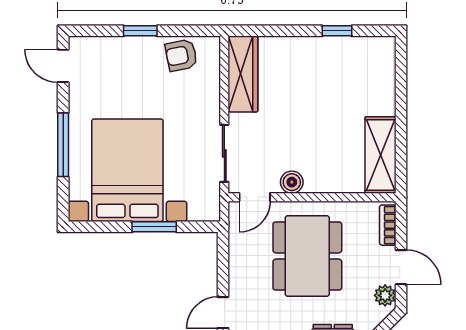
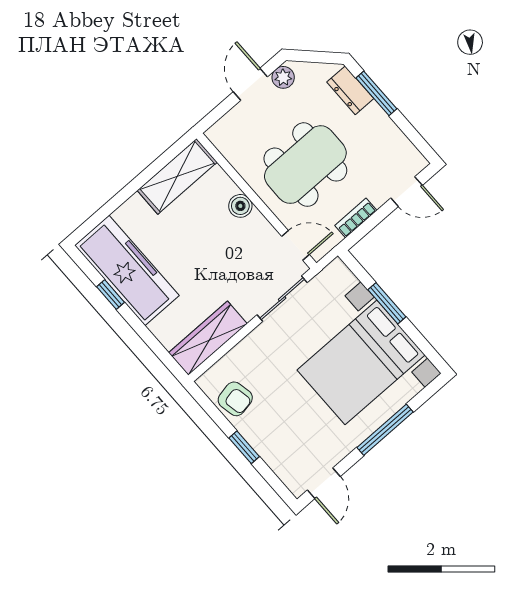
freezer: (344, 58) -> (127, 270), added
boiler: (292, 182) -> (240, 206), moved
bookcase: (388, 225) -> (356, 218), moved, turned 180

